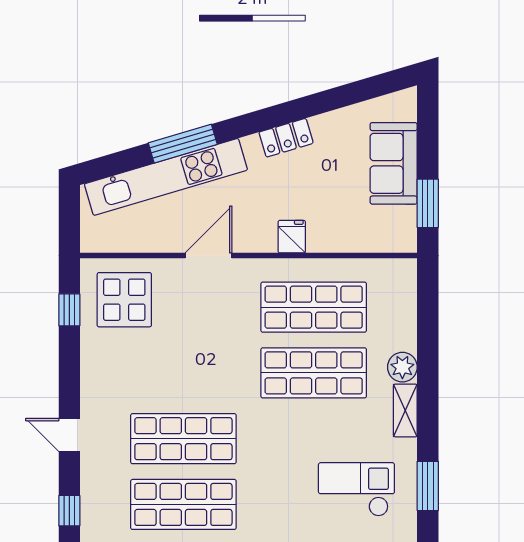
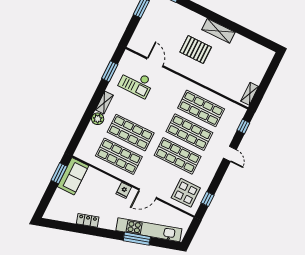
locker: (286, 138) -> (88, 220), moved
sofa: (394, 163) -> (73, 176), moved
fridge: (292, 237) -> (124, 190), moved
shop shelf: (183, 373) -> (178, 156), added

